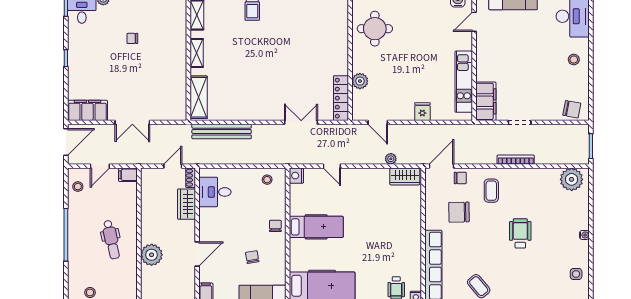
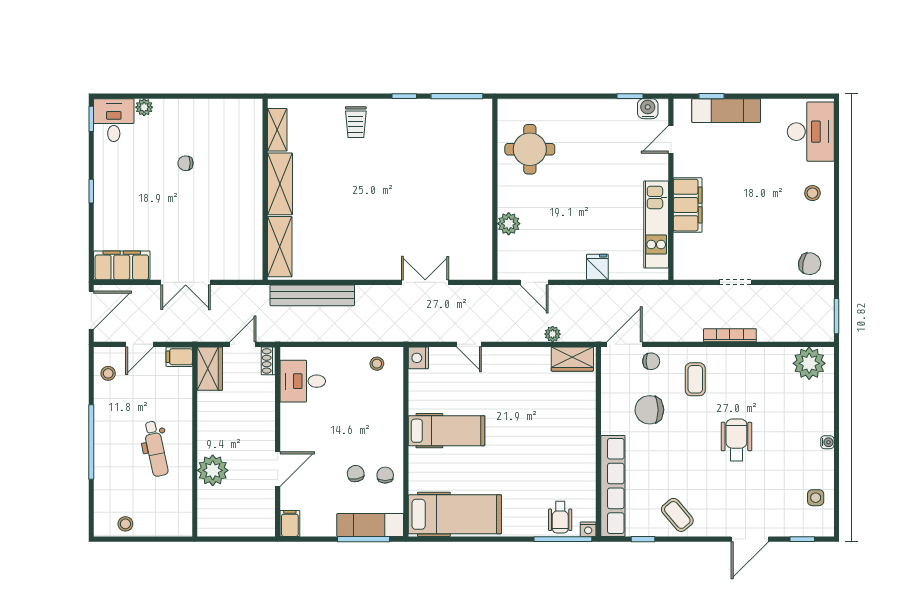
shelving: (197, 53) -> (280, 184), width x1.50, depth x1.33
locker: (341, 98) -> (482, 248), removed
filing cabinet: (486, 101) -> (688, 205), moved
wardrobe: (187, 204) -> (210, 369), moved, turned 180
chair: (275, 226) -> (385, 475), moved

